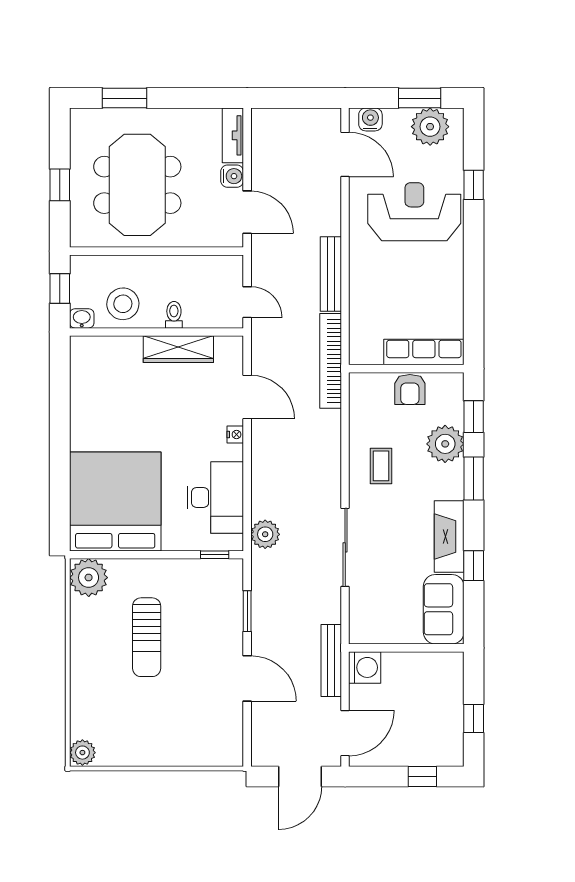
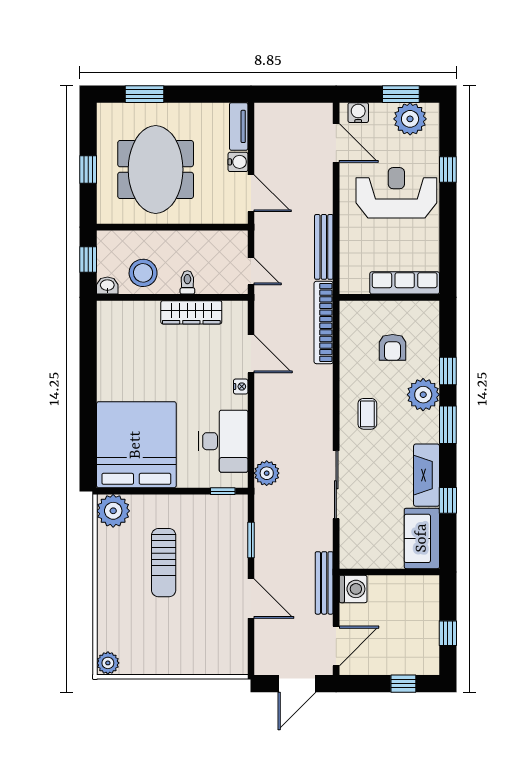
row of seats: (424, 352) -> (405, 283), moved
wall: (406, 369) -> (389, 297), moved

